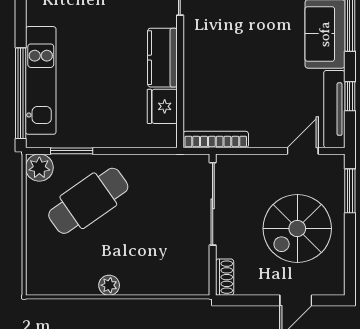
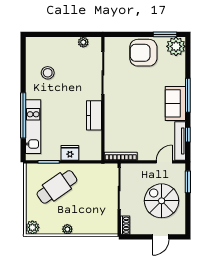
window: (21, 93) -> (23, 115), moved
fridge: (162, 106) -> (70, 153), moved, turned 90
plant: (39, 168) -> (32, 227), moved
spiral stairs: (297, 228) -> (162, 201), turned 90

